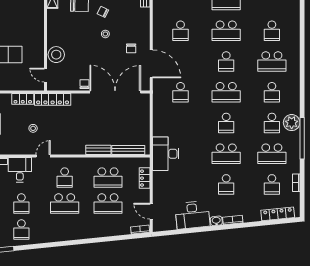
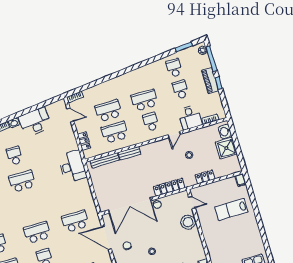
school desk: (180, 92) -> (75, 221), width x1.85
locker: (53, 99) -> (169, 187), moved
school desk: (226, 123) -> (30, 207), removed

